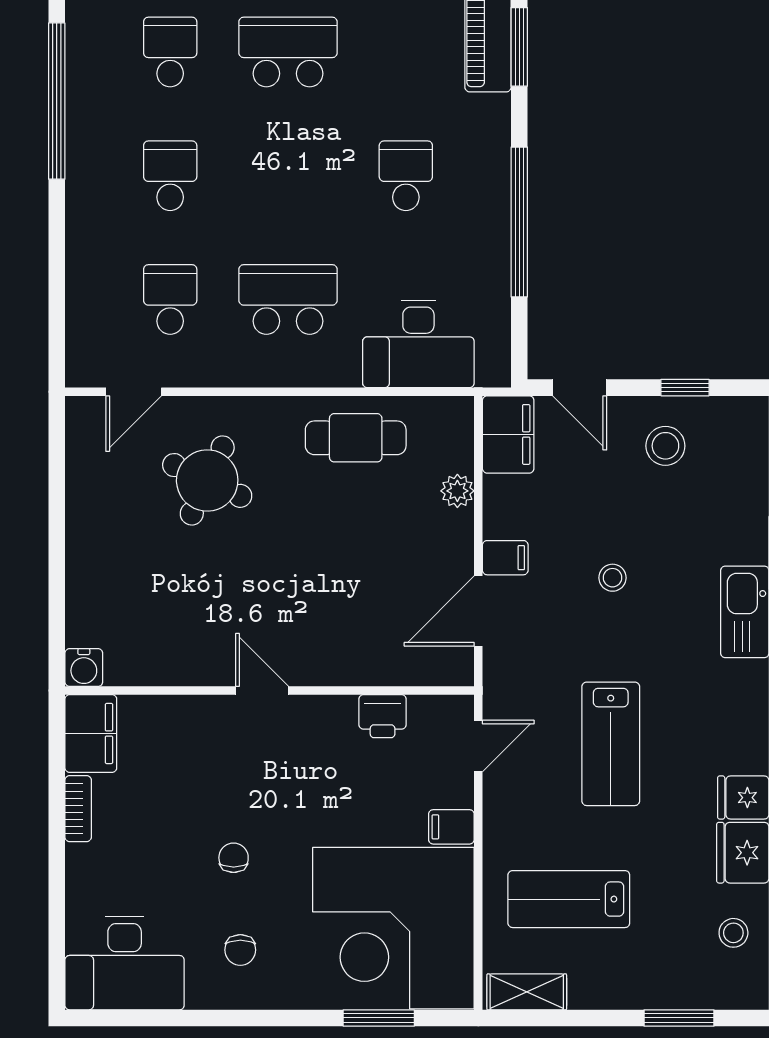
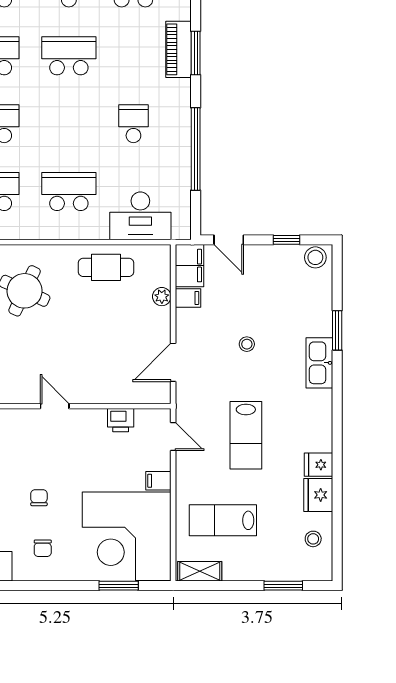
stool: (665, 446) -> (315, 257), moved
filing cabinet: (505, 558) -> (188, 298), moved
door: (478, 746) -> (173, 436), hinge flipped

